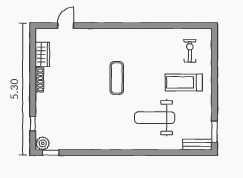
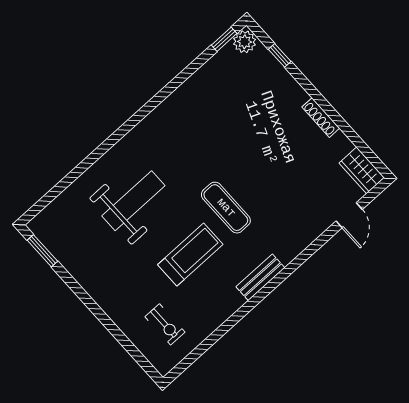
wardrobe: (42, 54) -> (362, 170), moved
treadmill: (184, 82) -> (190, 255), moved
bench: (197, 145) -> (260, 277), moved

